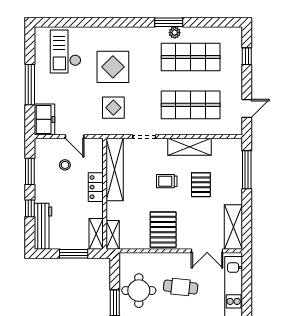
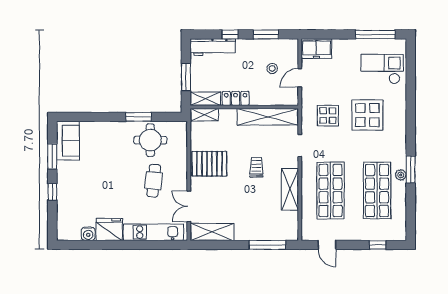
window: (30, 85) -> (375, 34), moved
pallet: (201, 185) -> (253, 200), removed
locker: (96, 187) -> (236, 98), moved

